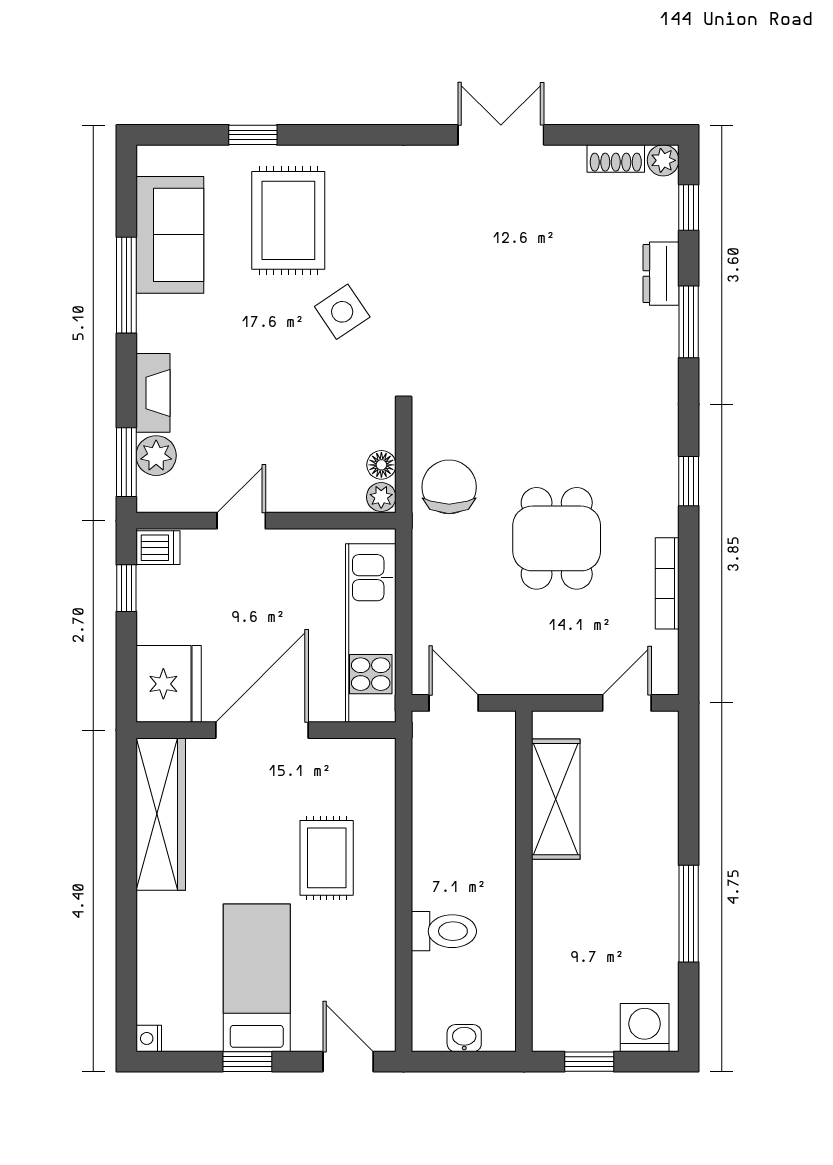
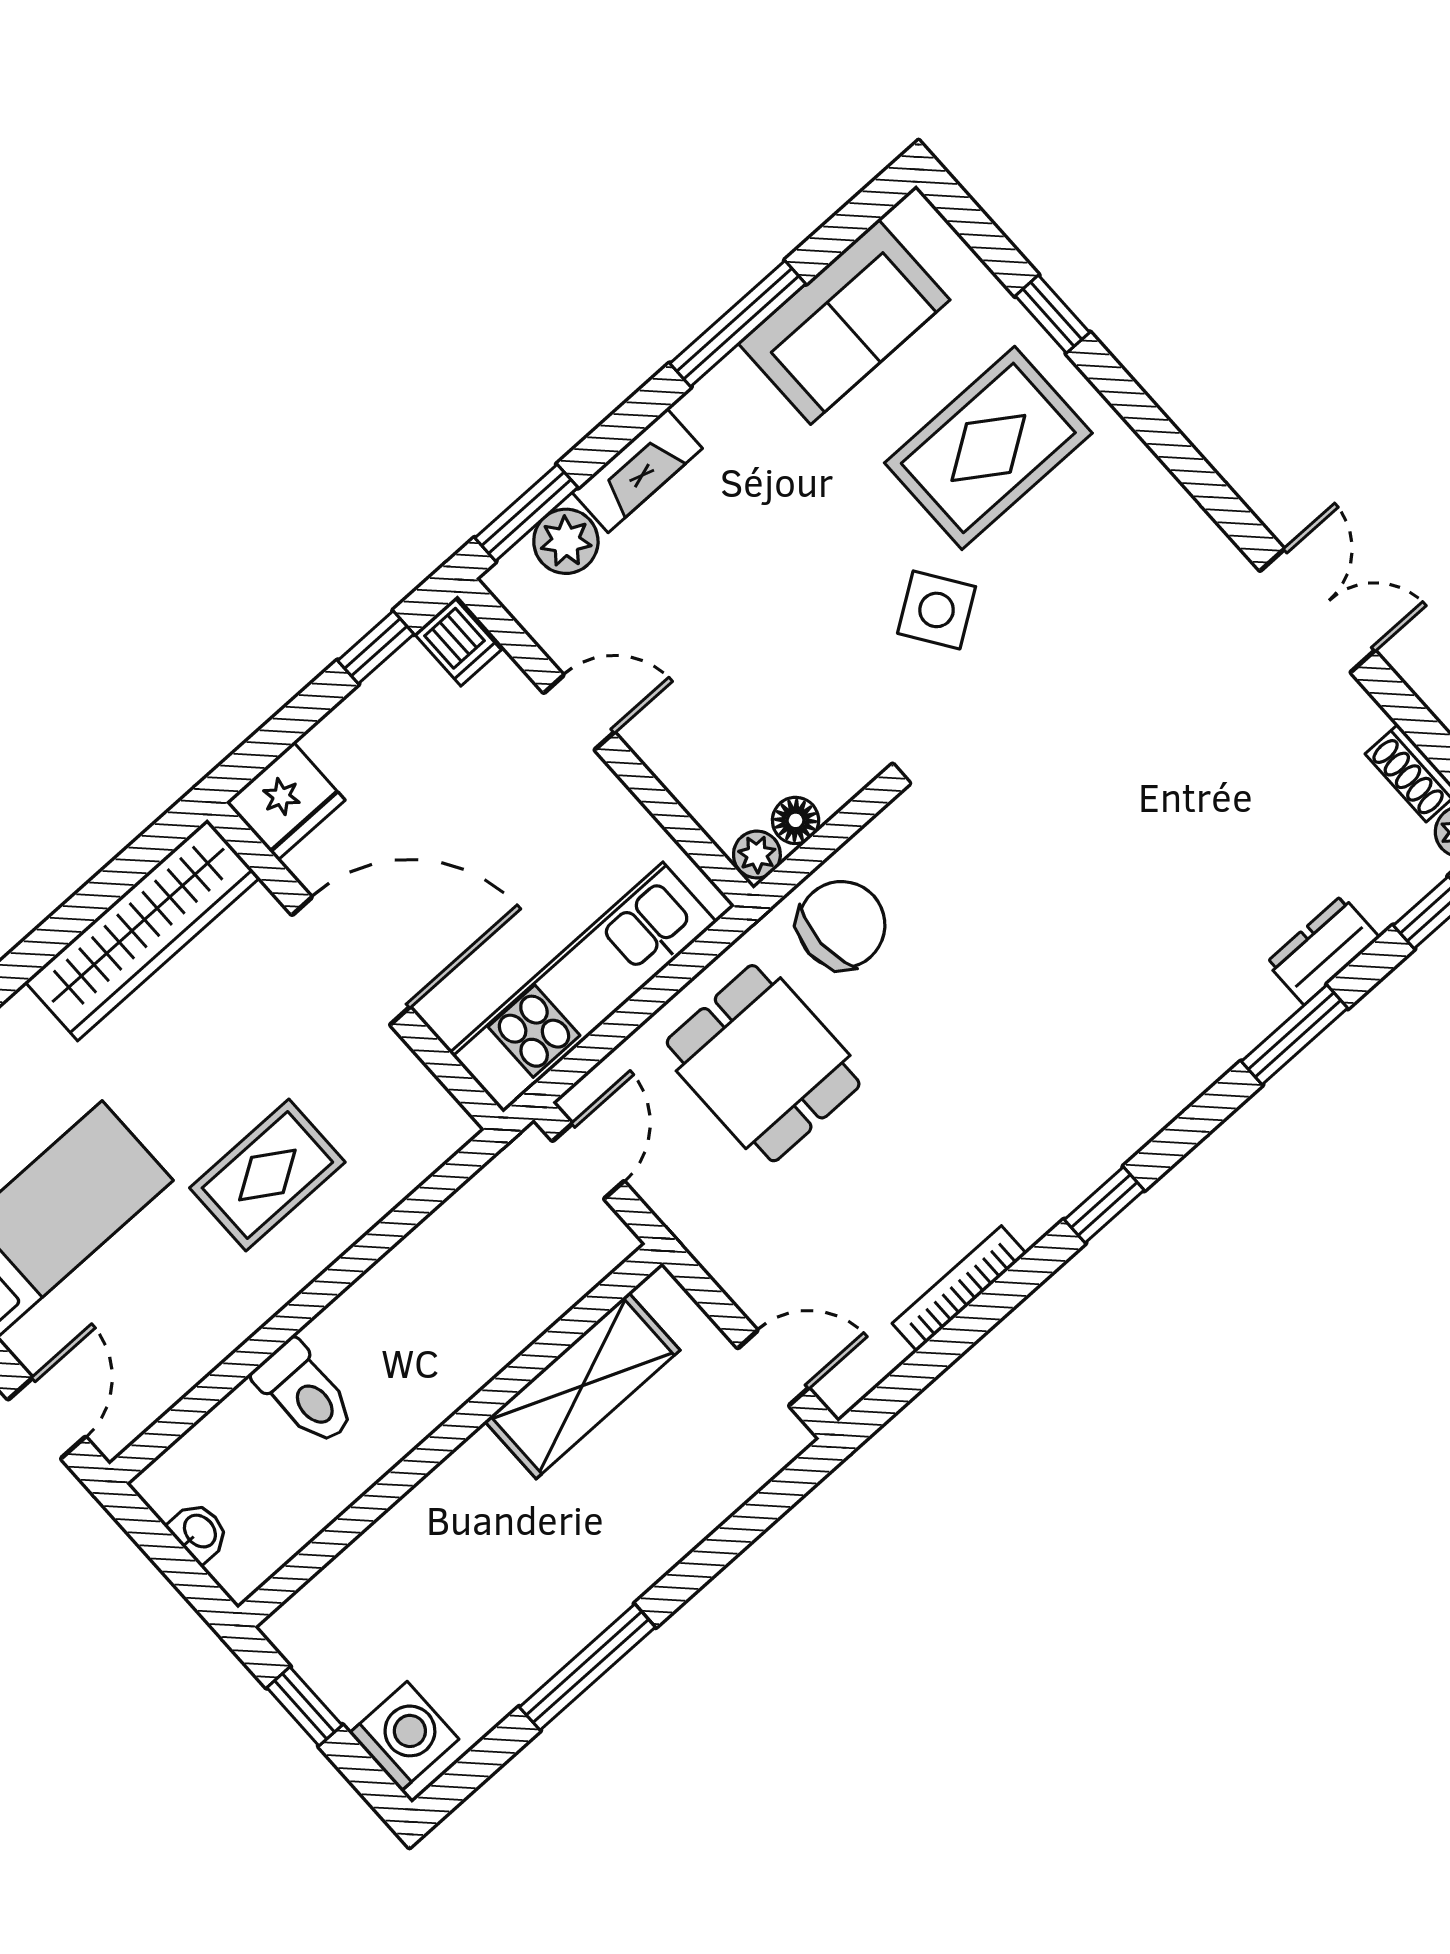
dining table: (557, 538) -> (763, 1063), moved, turned 90
fridge: (169, 684) -> (286, 801), width x0.73, depth x0.75

